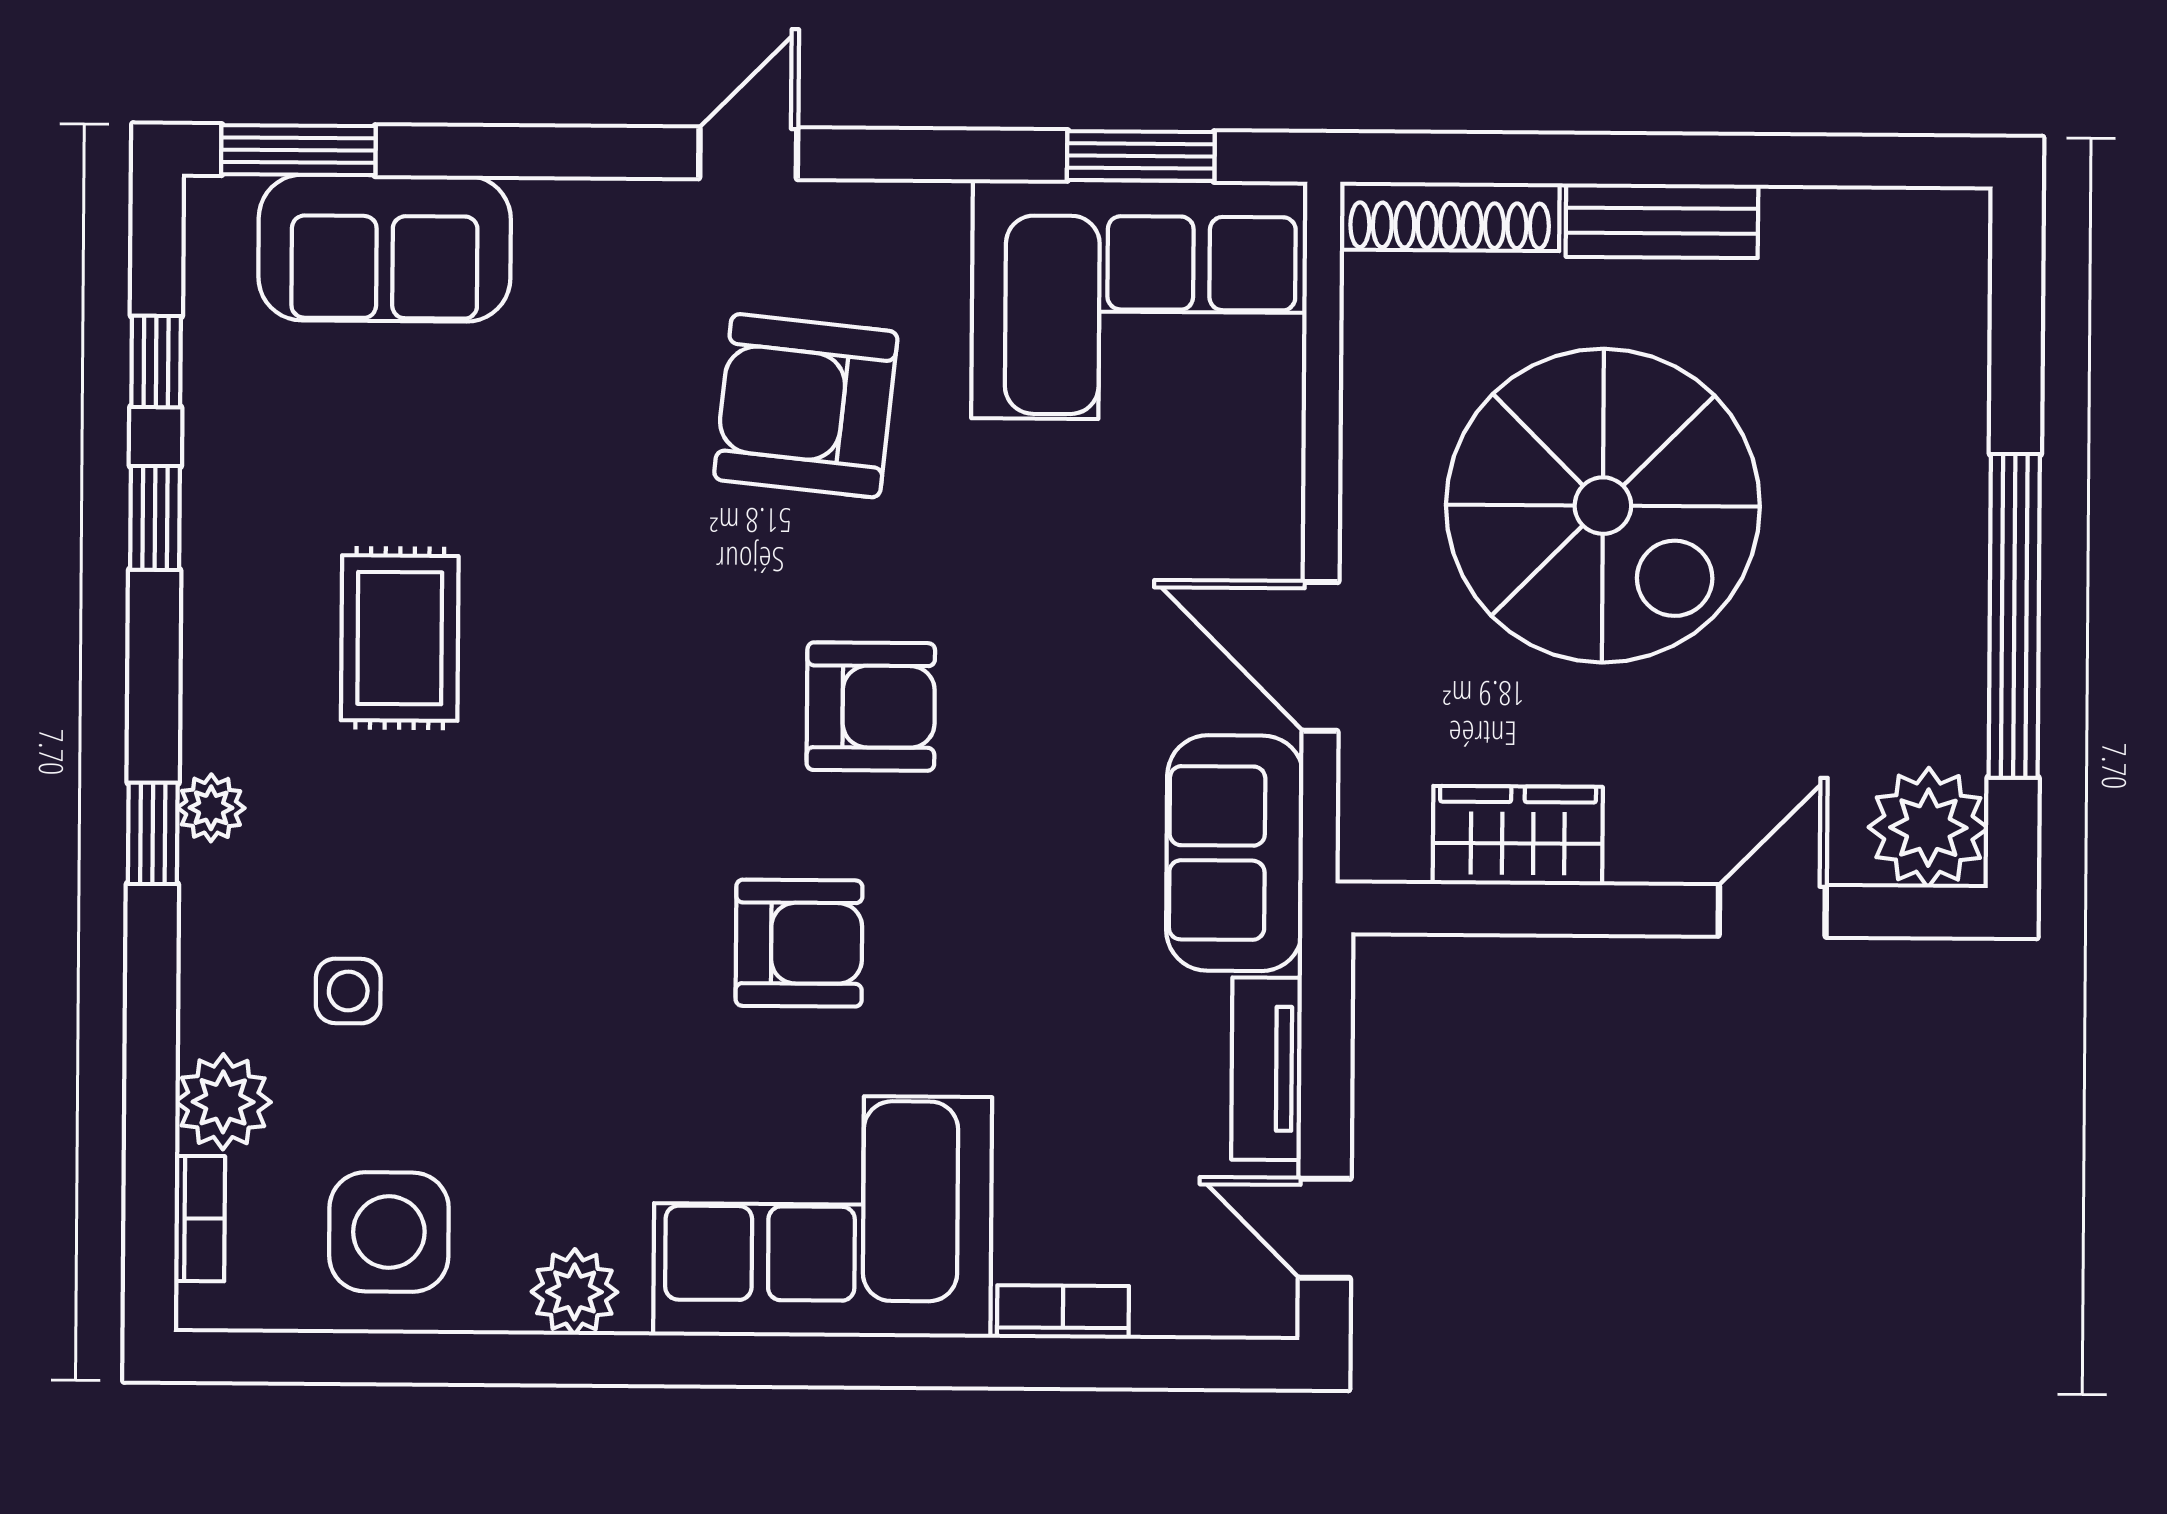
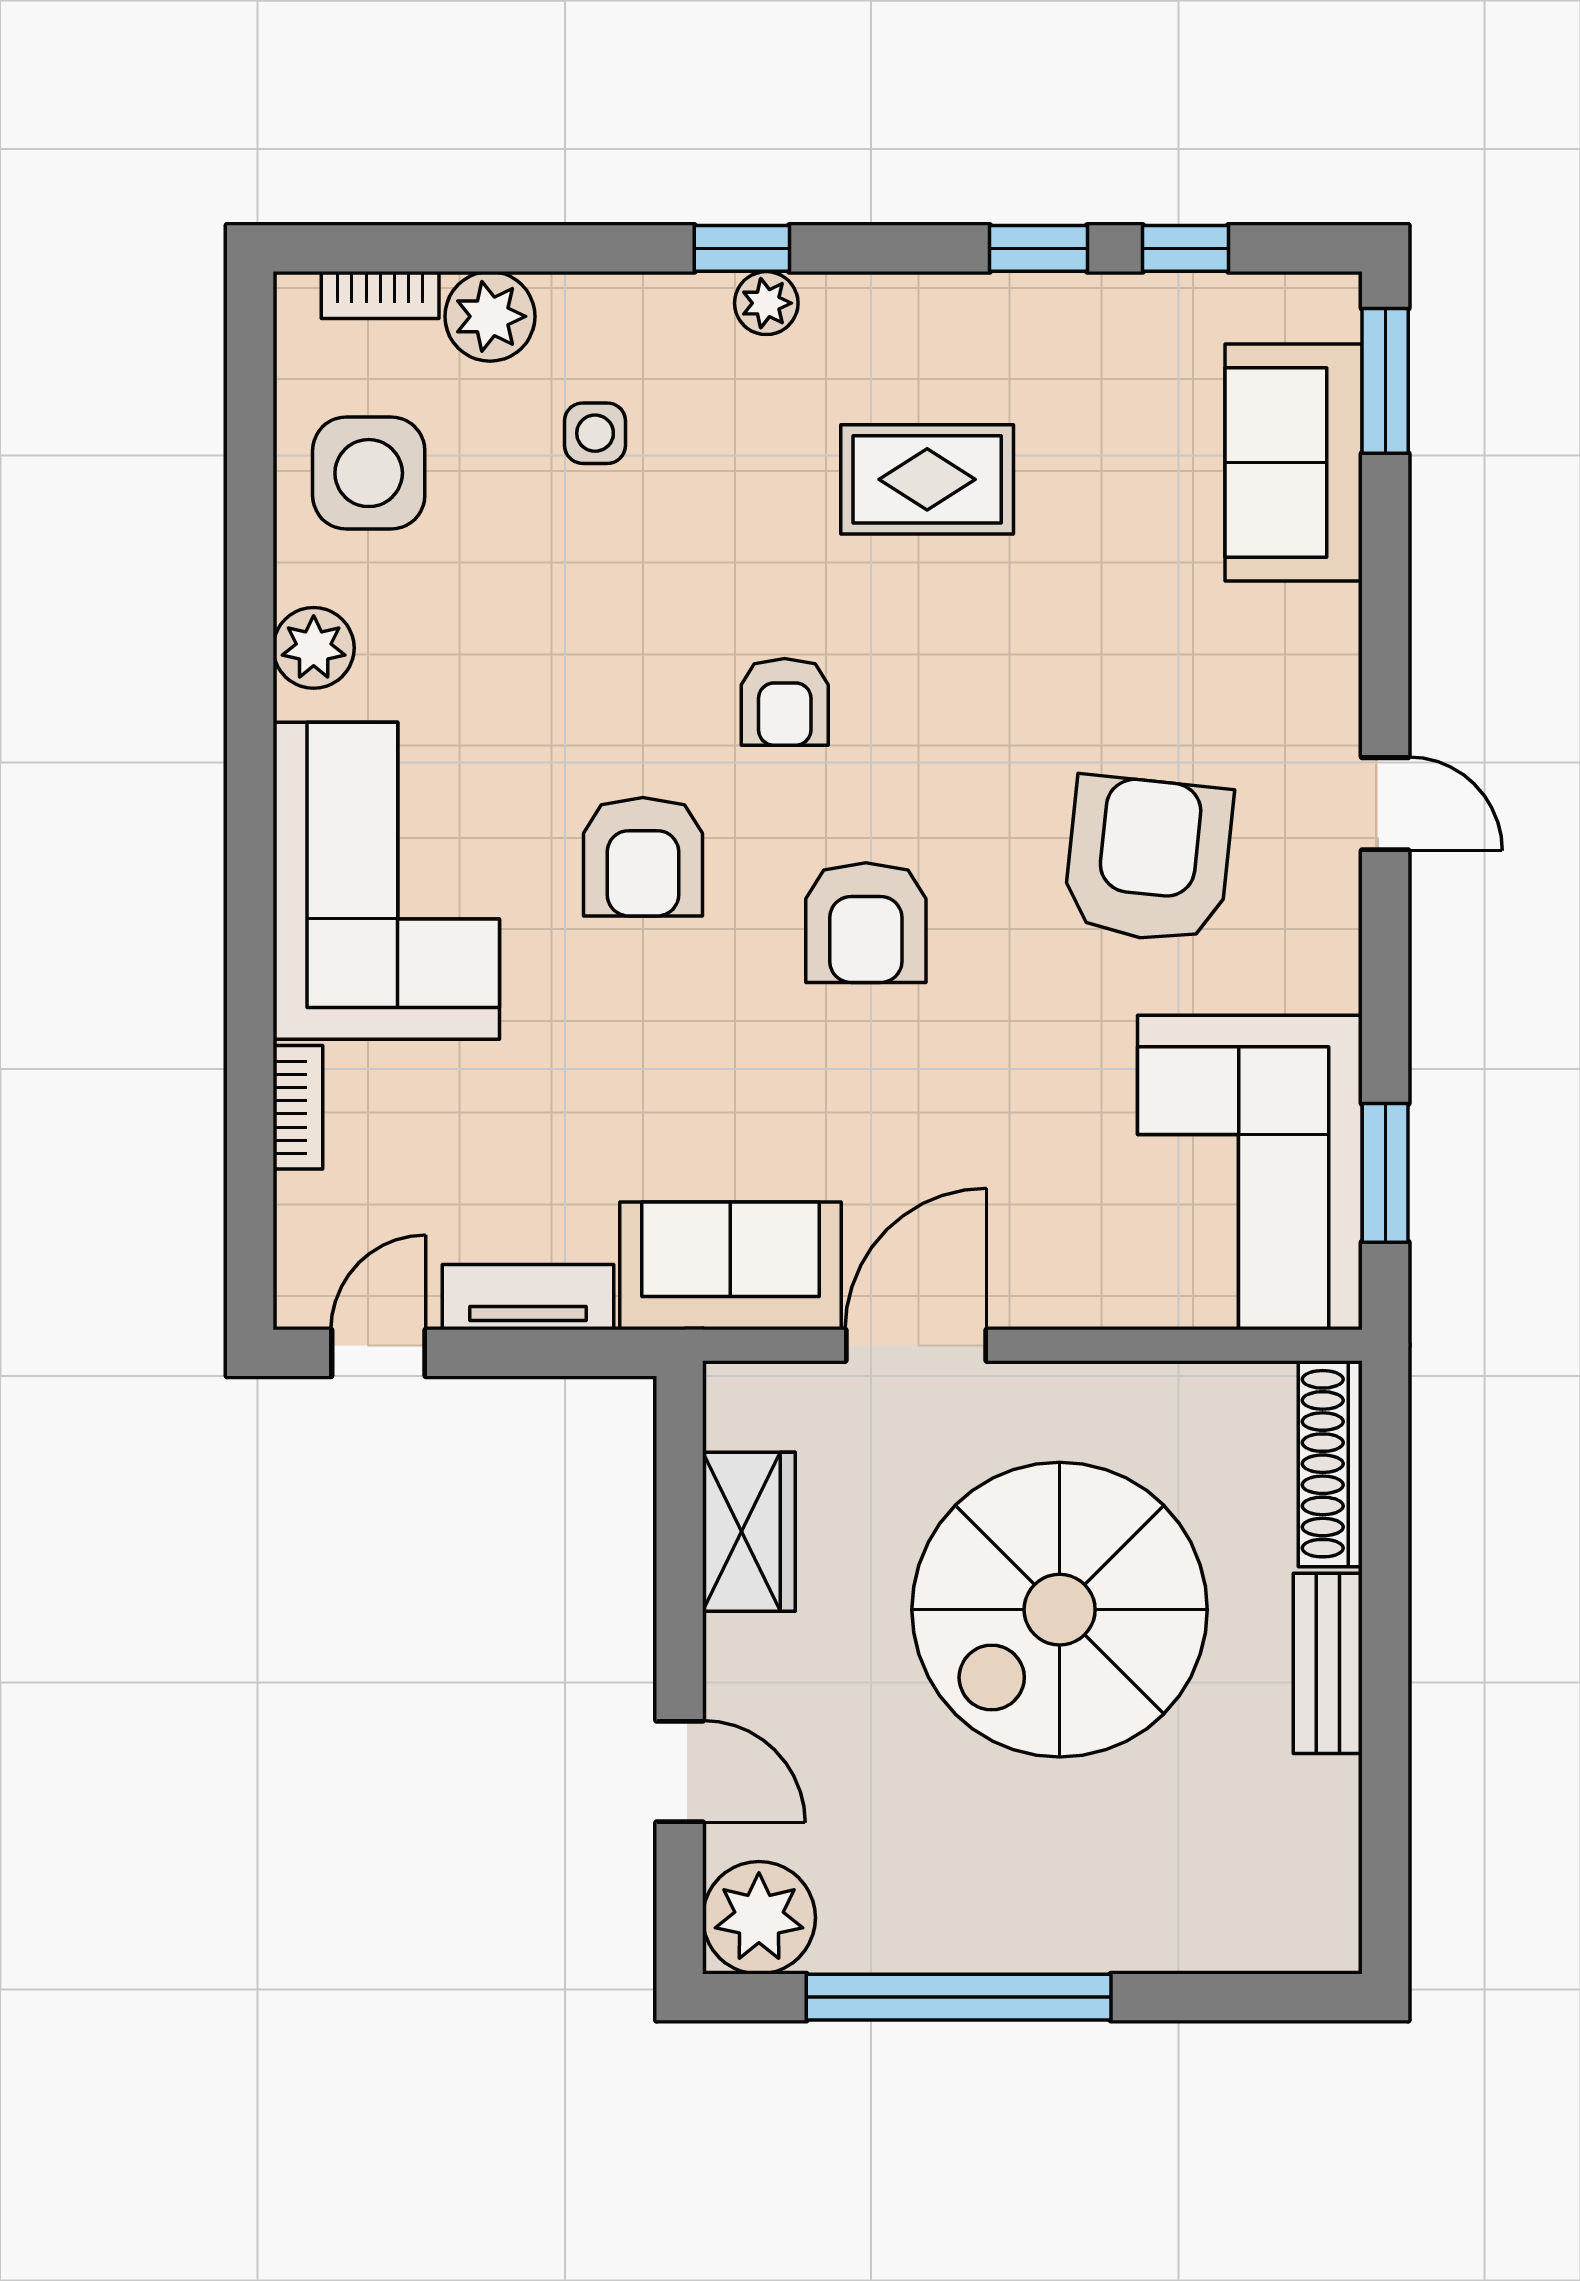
armchair: (635, 791) -> (785, 702), added

